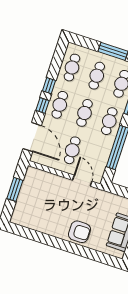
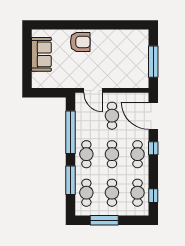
window: (49, 86) -> (153, 196), moved
window: (15, 189) -> (153, 62), width x1.44
armchair: (79, 232) -> (80, 42), turned 180

